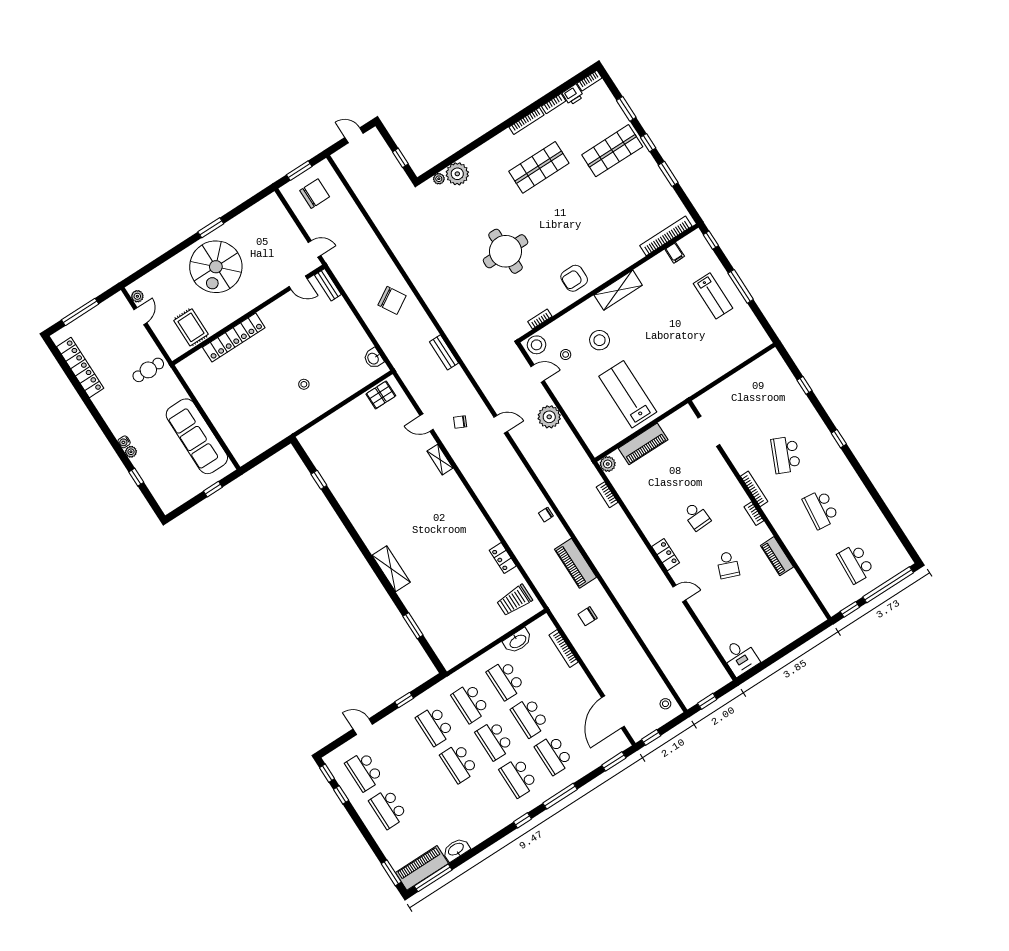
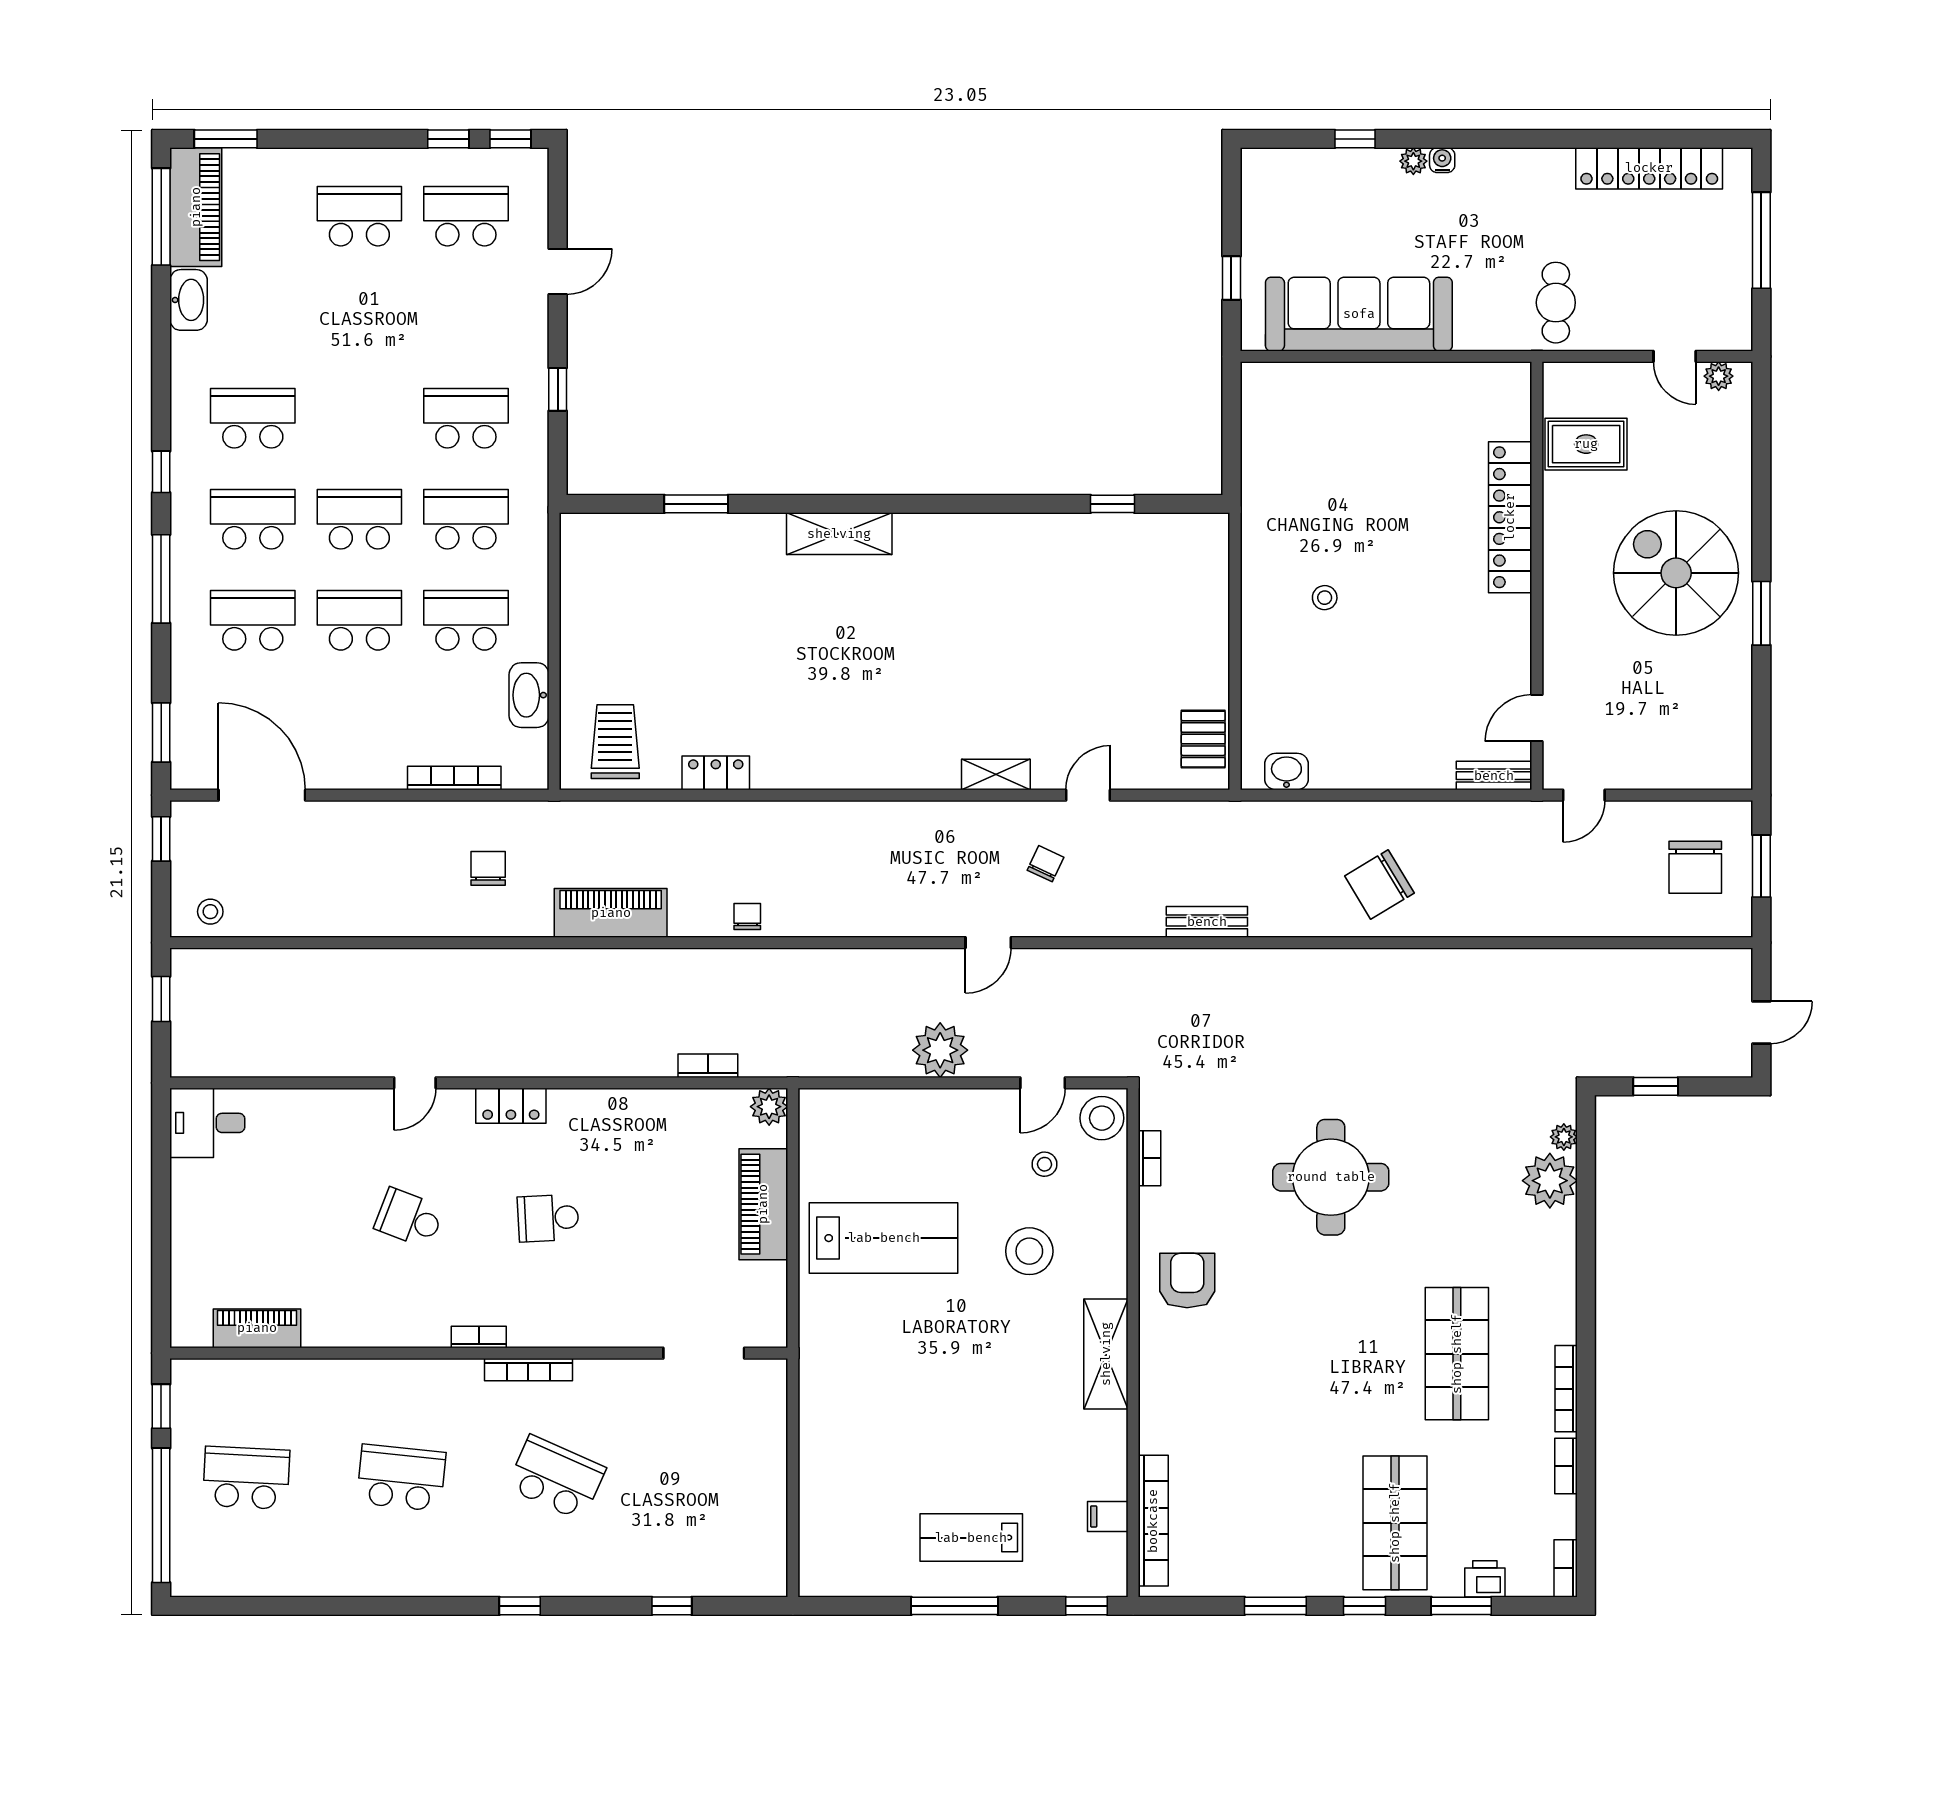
printer: (573, 95) -> (1485, 1579), moved, turned 90
piano: (777, 556) -> (257, 1328), moved
school desk: (459, 763) -> (253, 418), moved

